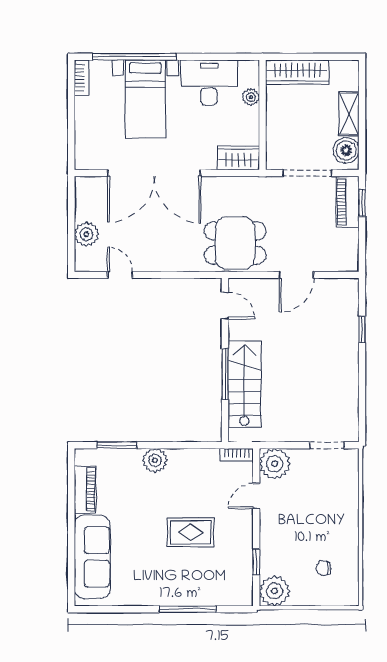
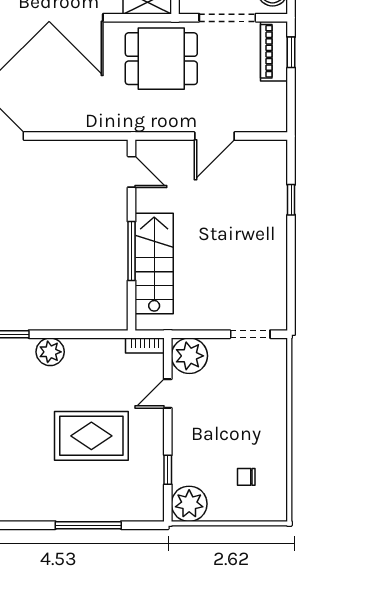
dining table: (235, 243) -> (161, 59), moved
rug: (190, 533) -> (91, 436), width x1.36, depth x1.43

